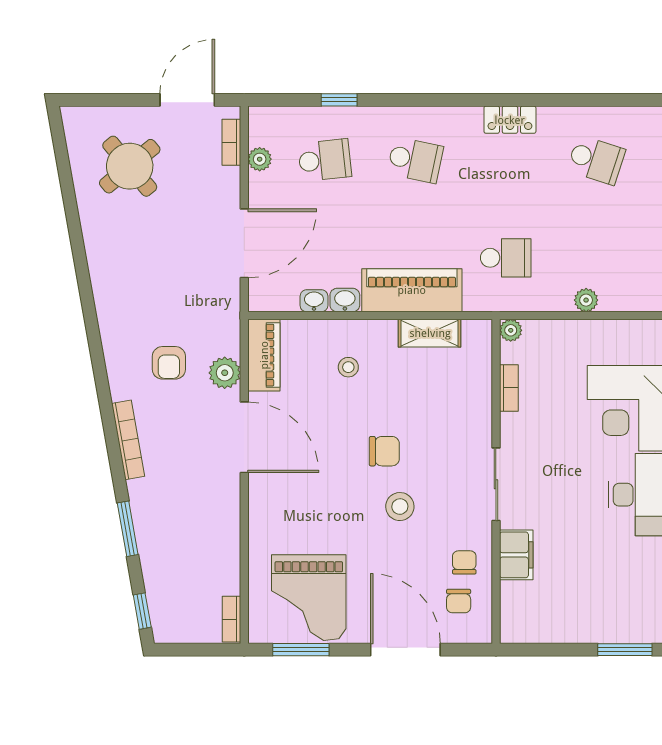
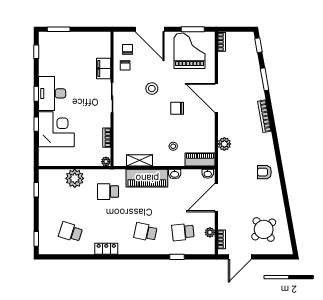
plant: (586, 300) -> (75, 178), width x1.87, depth x1.87
washbasin: (314, 301) -> (208, 174), moved
piano: (264, 355) -> (200, 159), moved, turned 90
armchair: (169, 363) -> (264, 172), moved, turned -90
door: (244, 437) -> (216, 98), moved
chair: (384, 451) -> (177, 108), moved

